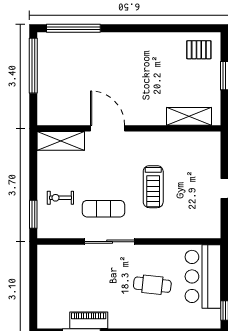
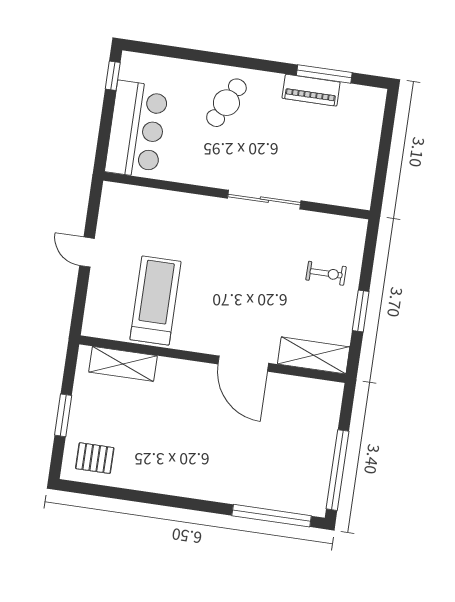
treadmill: (153, 187) -> (155, 301), moved, width x1.37, depth x1.38
exercise mat: (103, 209) -> (266, 248), removed
window: (33, 214) -> (361, 311), moved
cafe table: (152, 285) -> (226, 103), moved, turned -69

